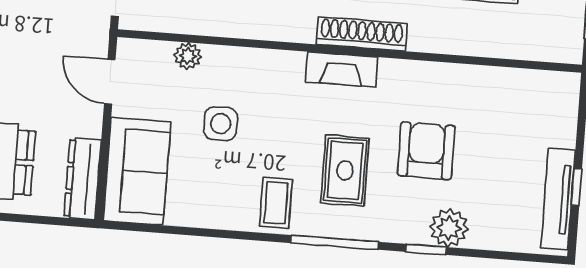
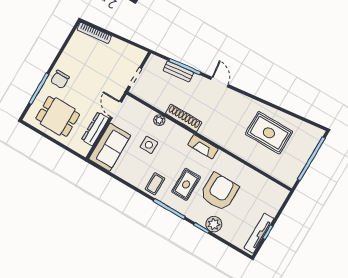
shoe rack: (362, 34) -> (184, 118), moved
plant: (188, 56) -> (159, 120), moved
armchair: (426, 151) -> (219, 192), width x1.36, depth x1.36
dresser: (83, 179) -> (95, 129), moved

